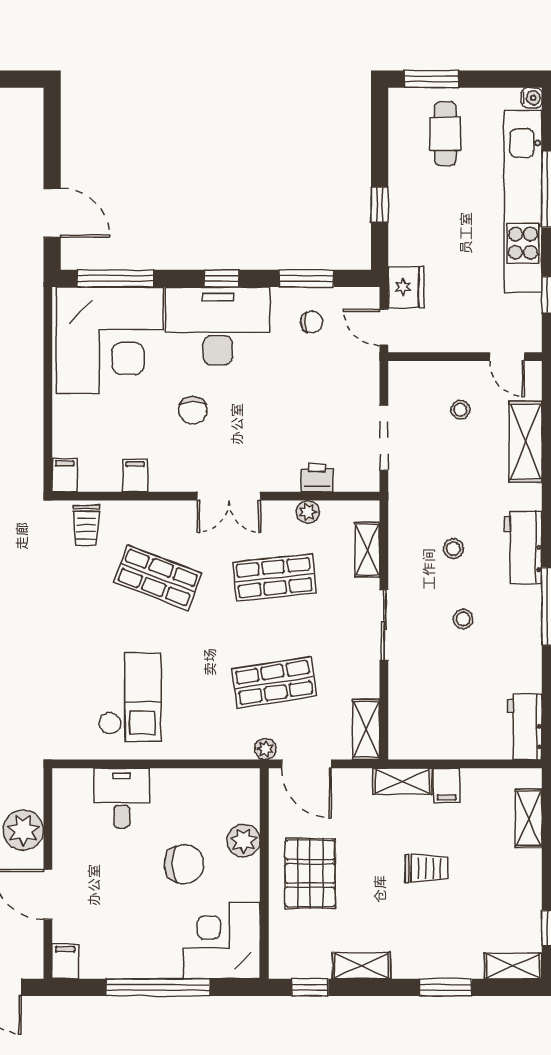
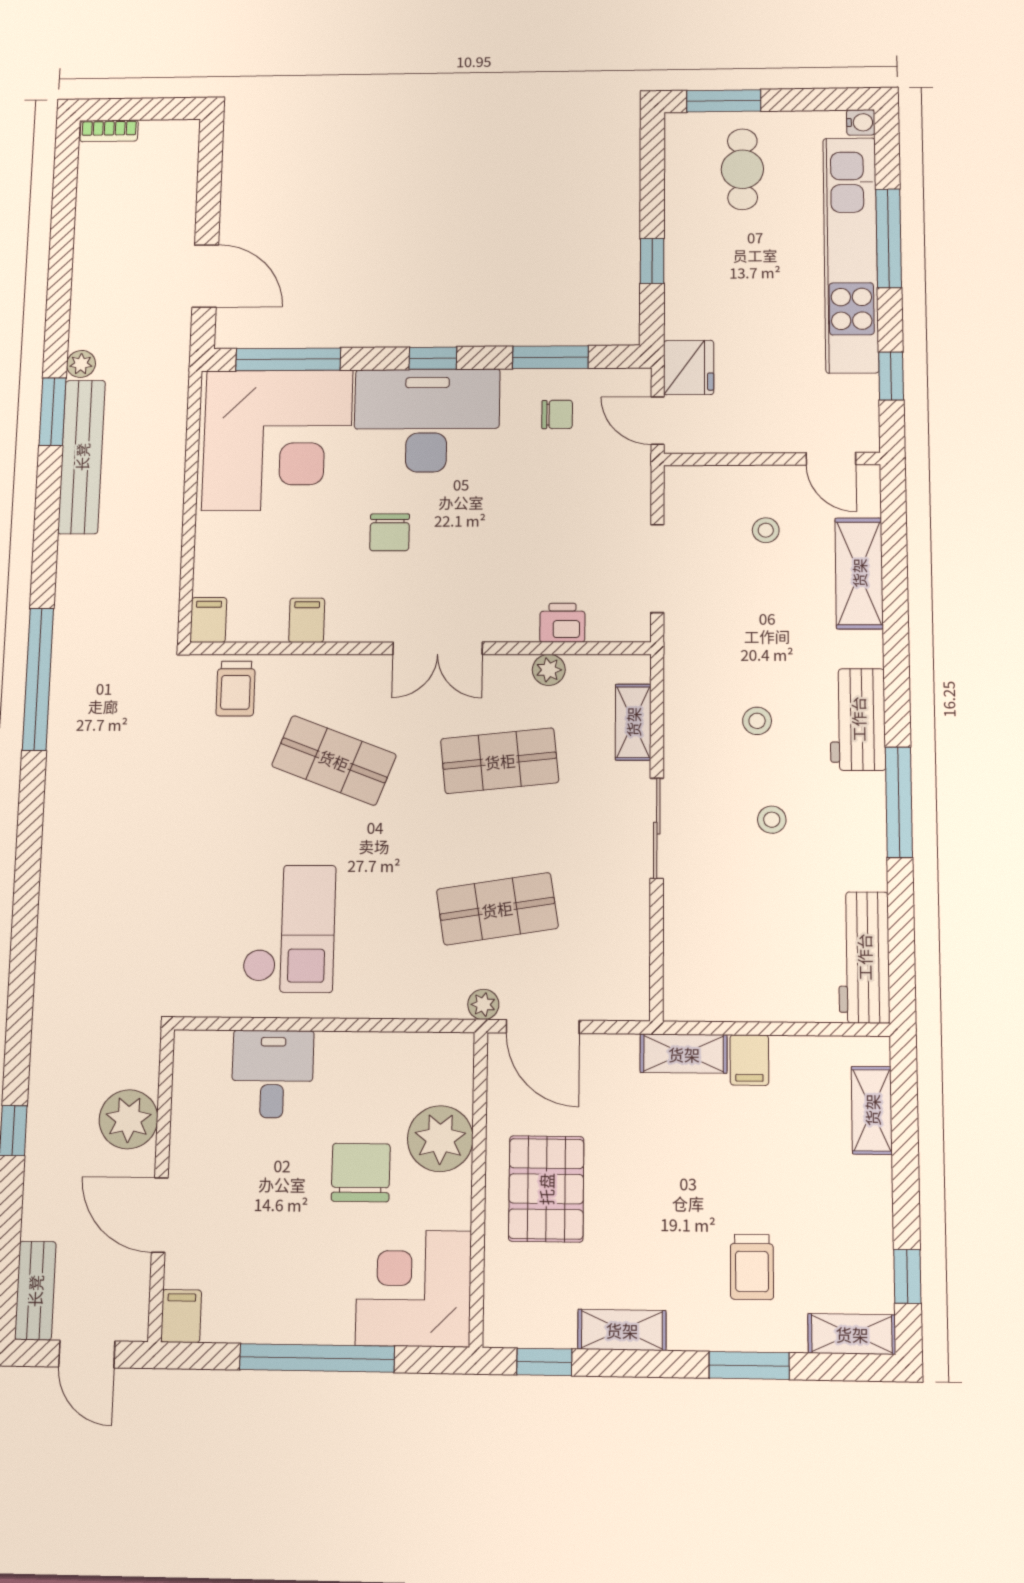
workbench: (525, 727) -> (864, 957), width x1.38
shelving: (366, 729) -> (630, 977), removed
plant: (244, 841) -> (440, 1139), width x1.36, depth x1.36
chair: (184, 864) -> (361, 1173), turned -90
trolley: (427, 868) -> (752, 1267), moved, turned 90

